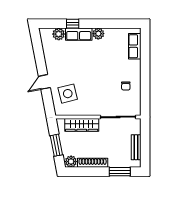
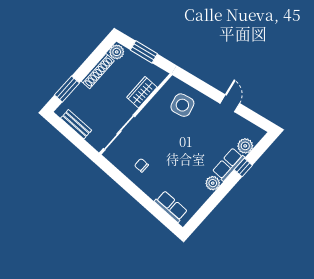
door: (44, 82) -> (230, 103), moved
wardrobe: (82, 125) -> (142, 92), width x0.67

